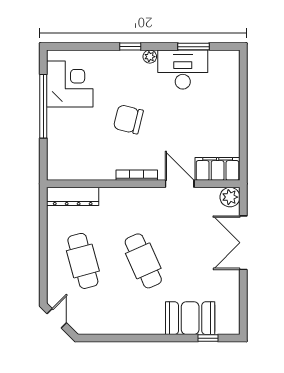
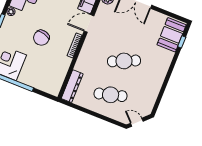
booth: (190, 318) -> (172, 35), moved

